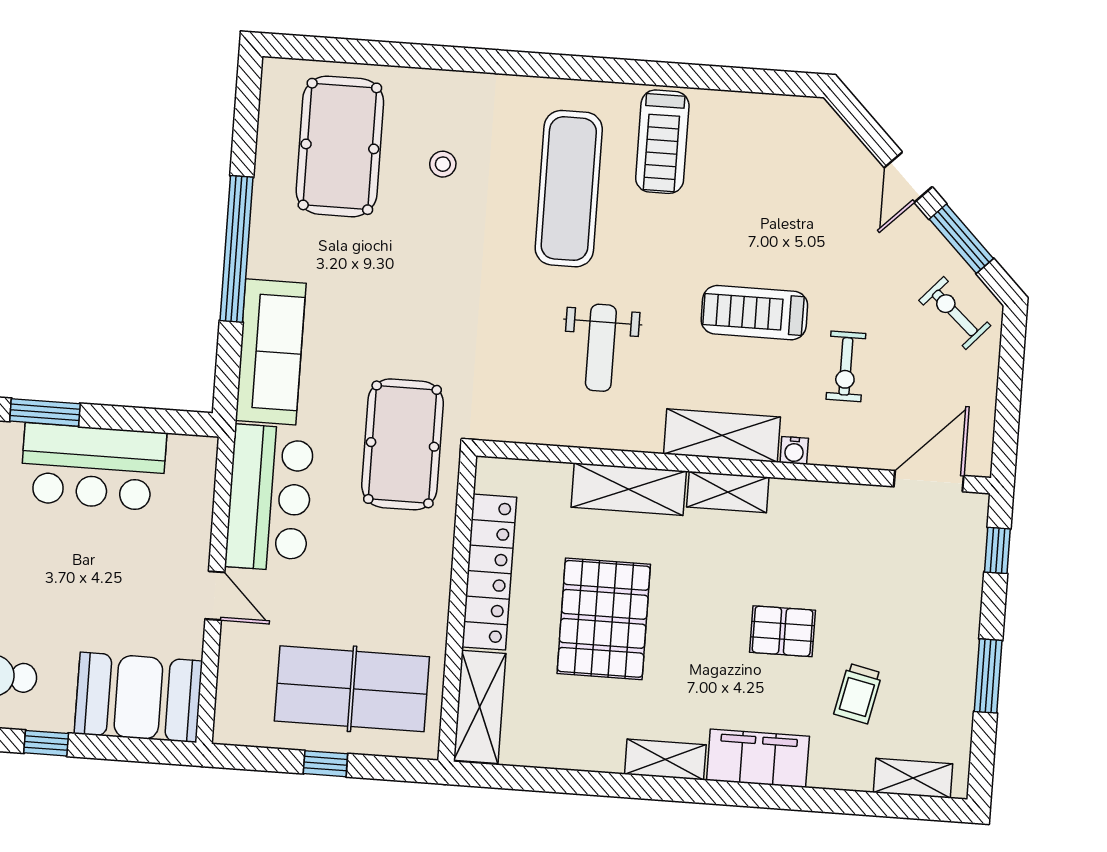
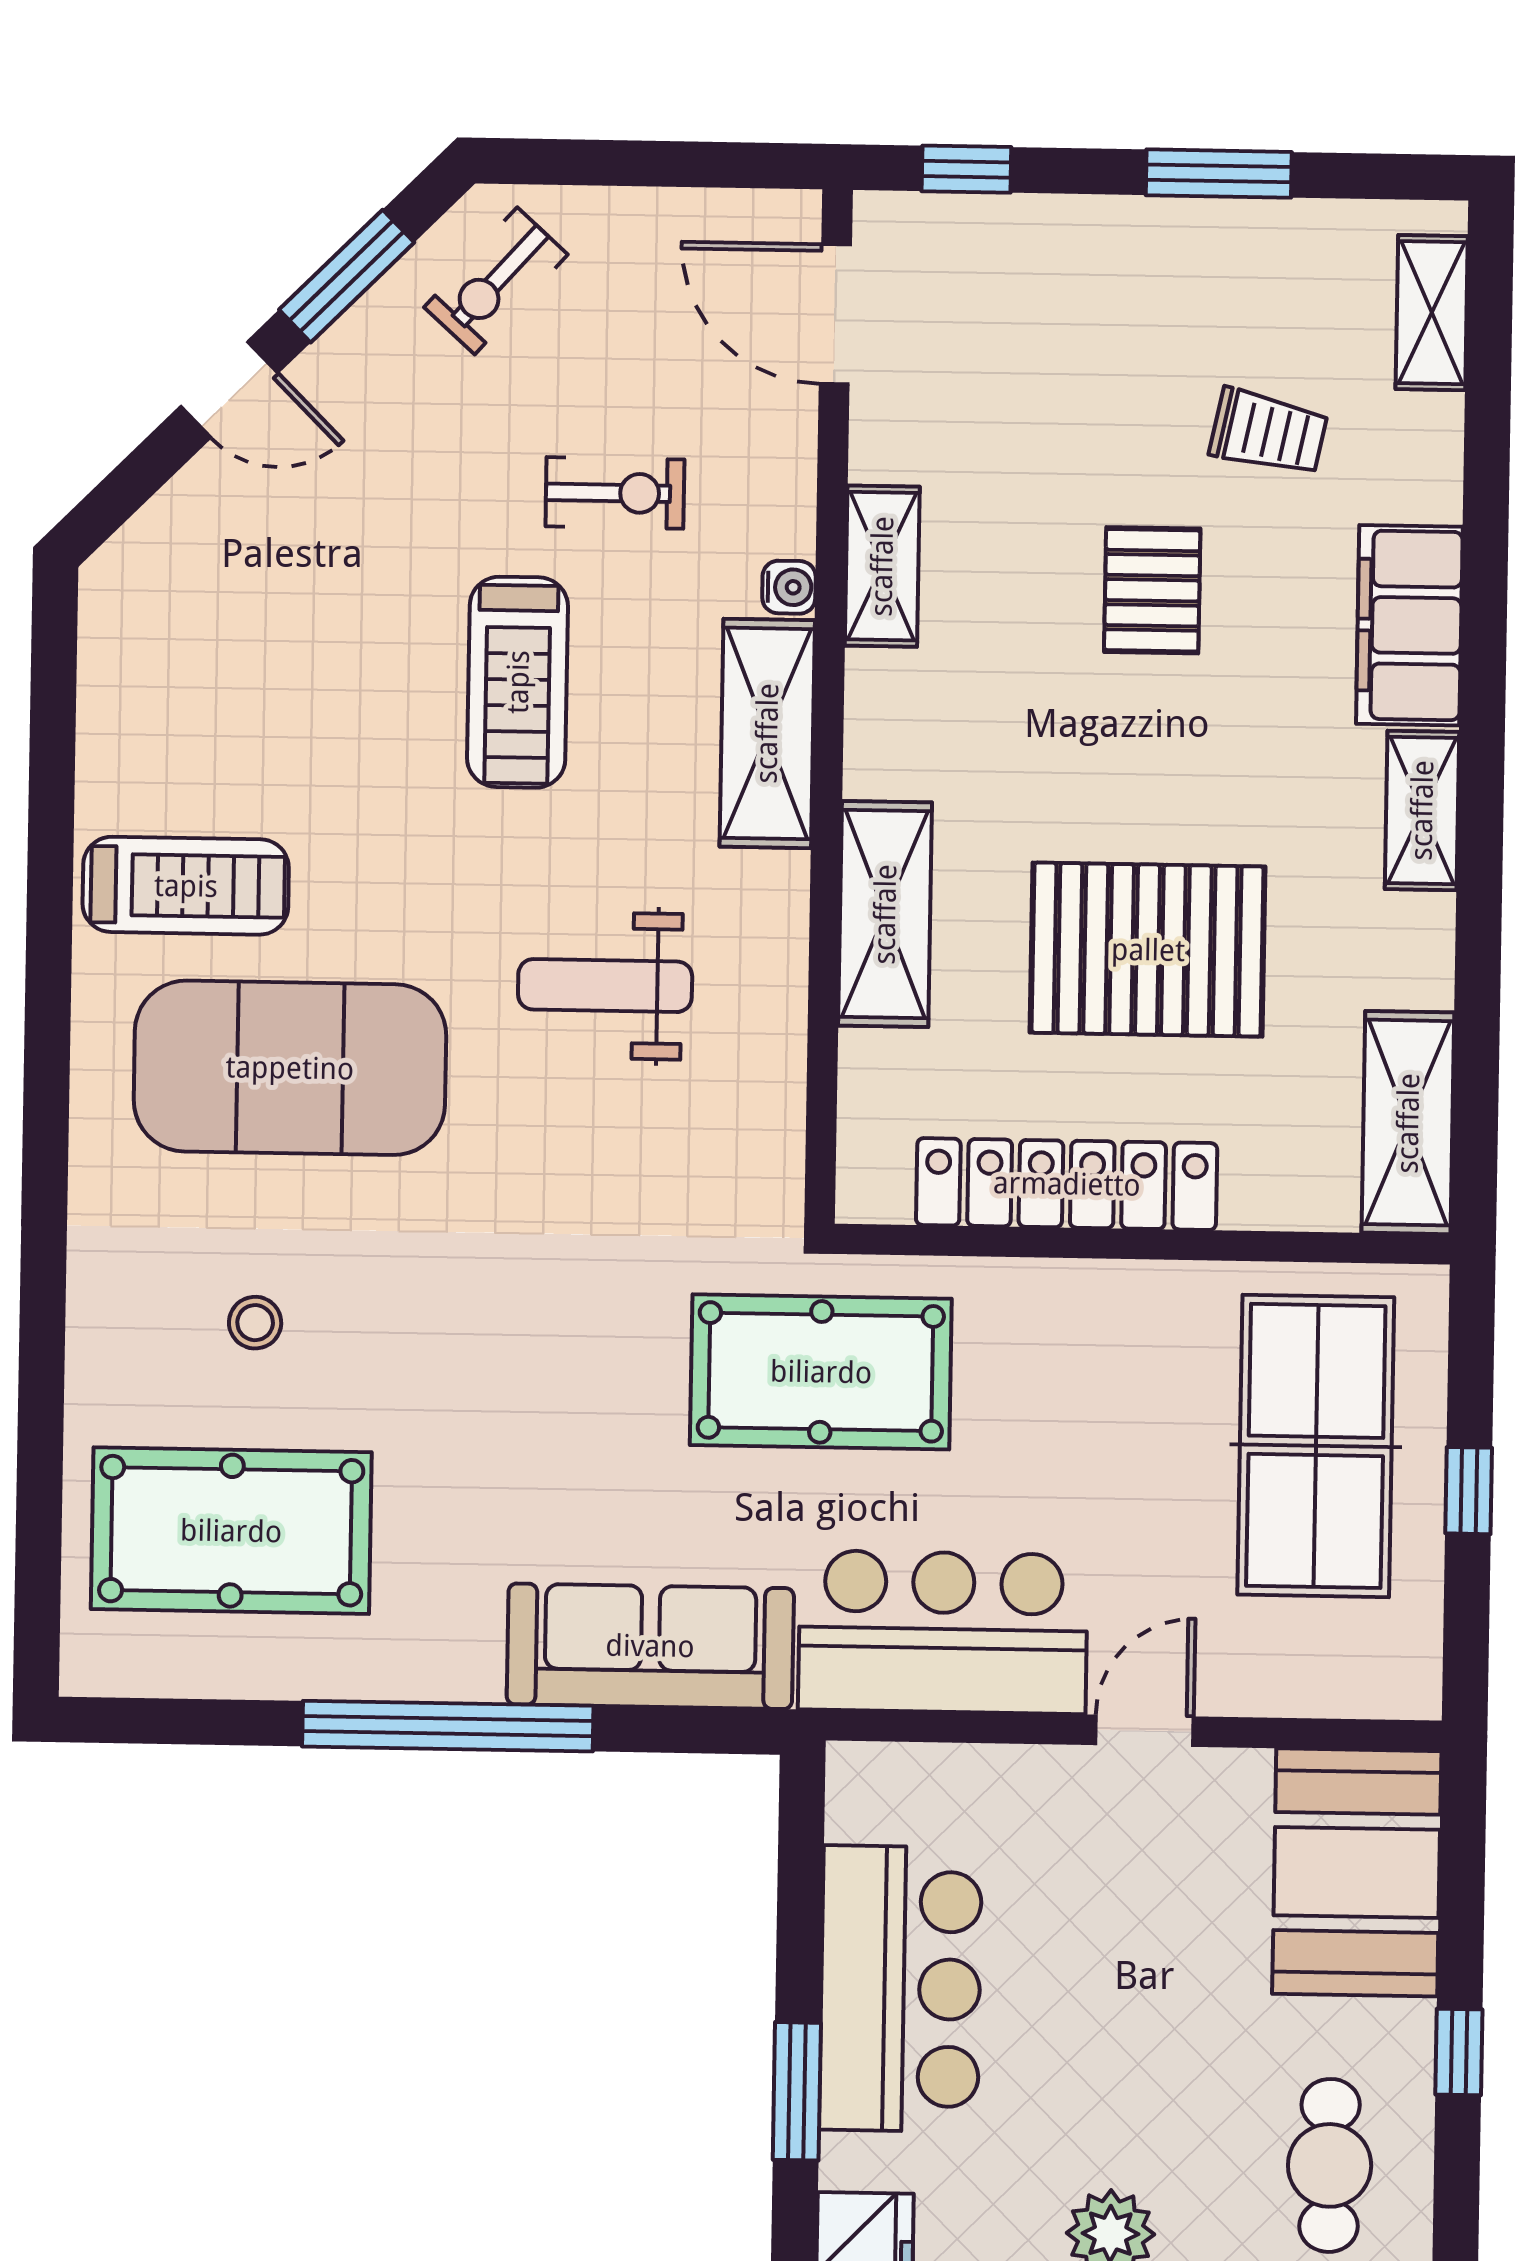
exercise mat: (569, 189) -> (290, 1068), width x1.47
weight bench: (601, 348) -> (605, 986), turned 180
shelving: (728, 492) -> (882, 566), moved
shelving: (480, 707) -> (1408, 1123), moved, turned 90

